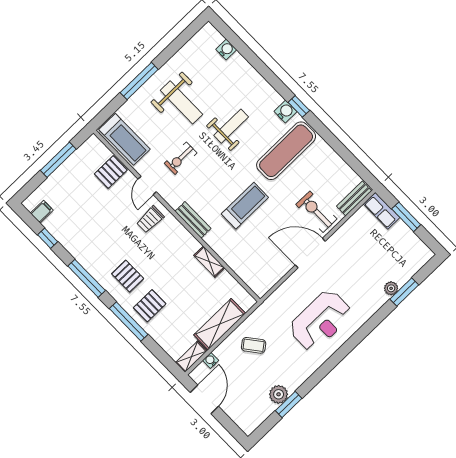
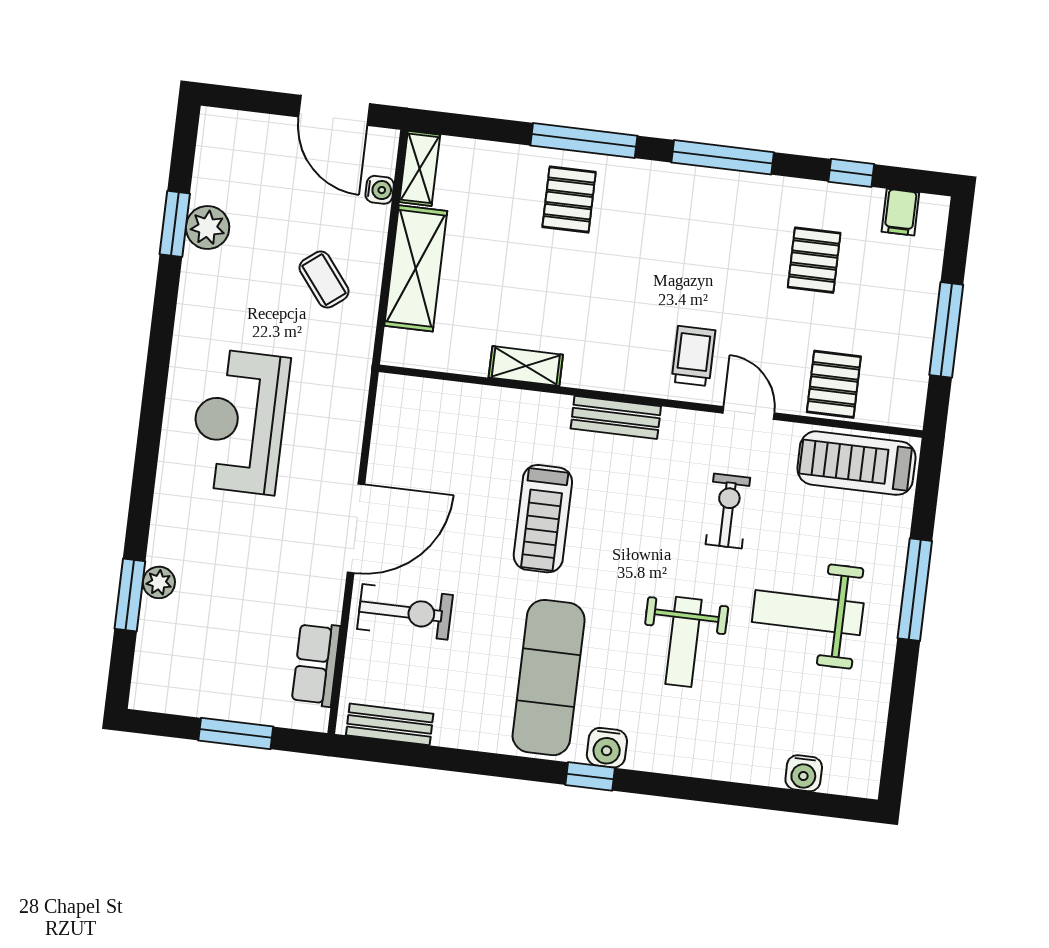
bench: (354, 198) -> (390, 724), moved, turned 90
row of seats: (382, 211) -> (316, 664), moved, turned -90
pallet: (128, 276) -> (814, 260), moved, turned 90
coffee table: (254, 345) -> (324, 280), turned 90

